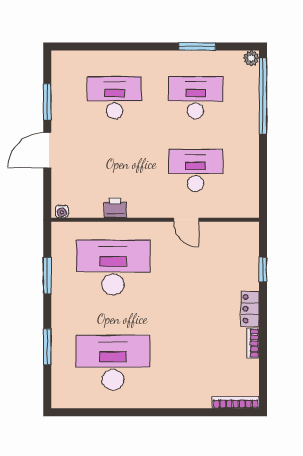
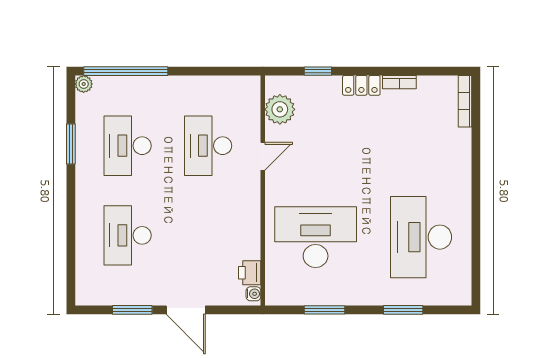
printer: (115, 208) -> (250, 273), moved
plant: (228, 235) -> (280, 109), added
desk: (113, 267) -> (316, 237), turned 90

